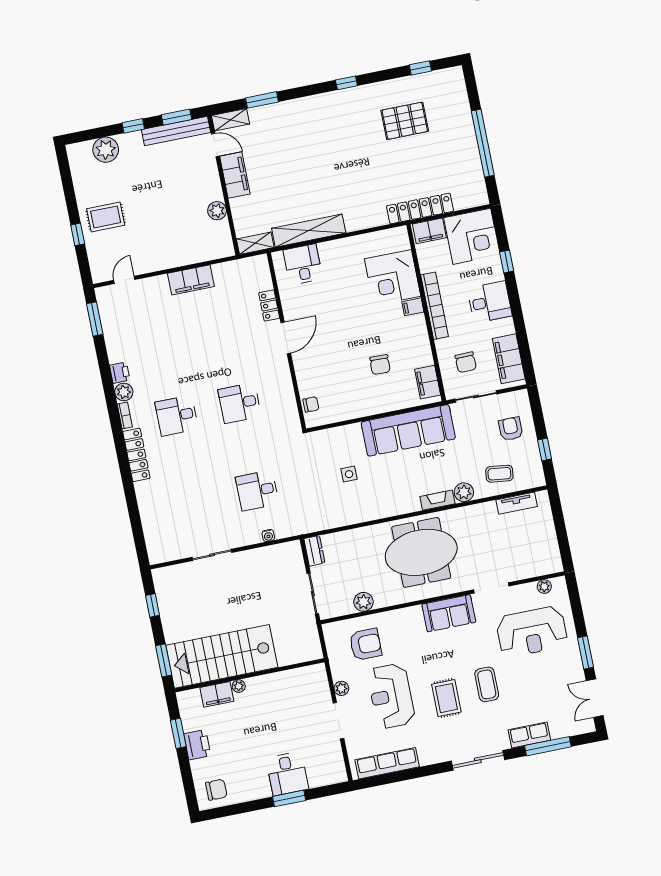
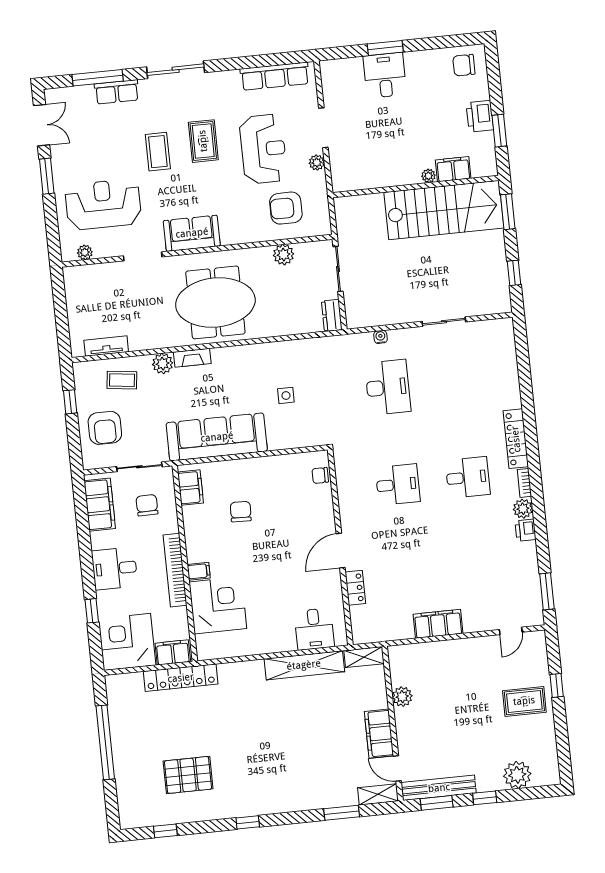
armchair: (511, 429) -> (105, 428), width x1.38, depth x1.38
desk: (257, 490) -> (388, 387), width x1.37

